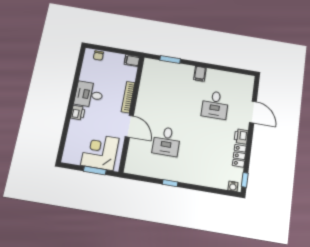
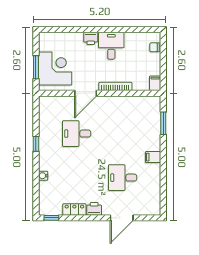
water cooler: (233, 186) -> (43, 176), moved

